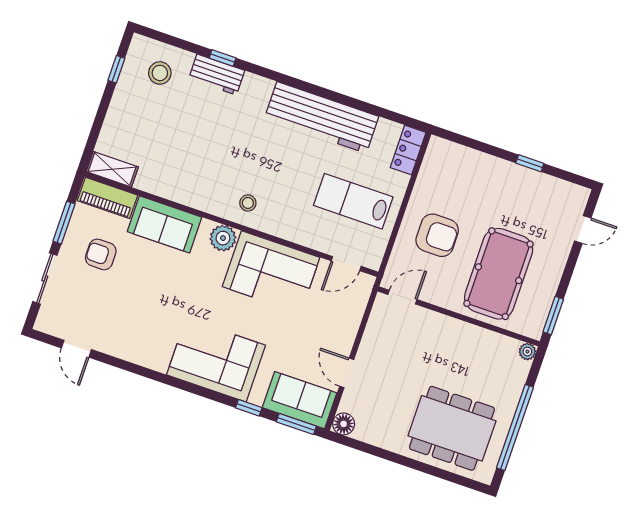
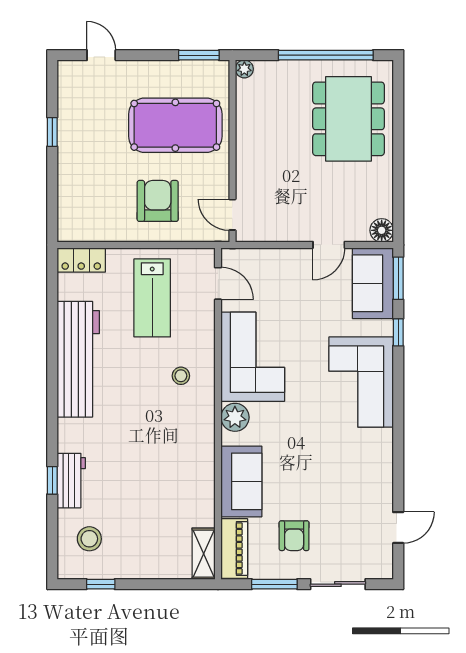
stool: (248, 203) -> (181, 376), moved

